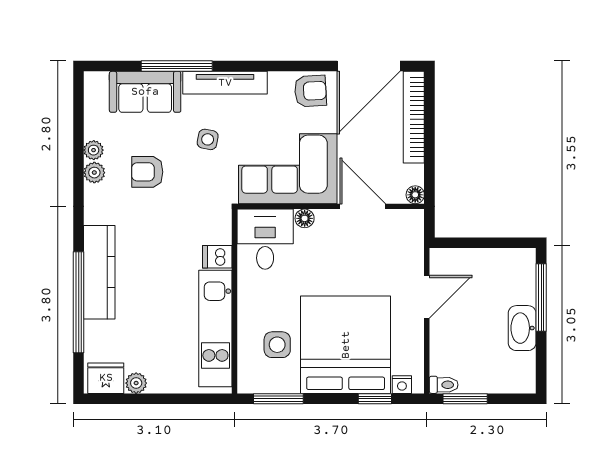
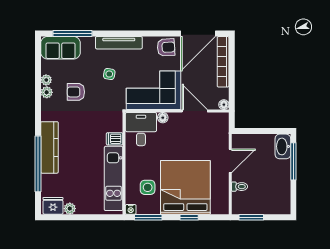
window: (177, 66) -> (73, 34), moved
sofa: (145, 92) -> (61, 48), moved
washbasin: (522, 328) -> (283, 146), moved
nightstand: (402, 385) -> (131, 209), moved
toilet: (444, 385) -> (240, 187), moved
window: (375, 399) -> (189, 217), moved

